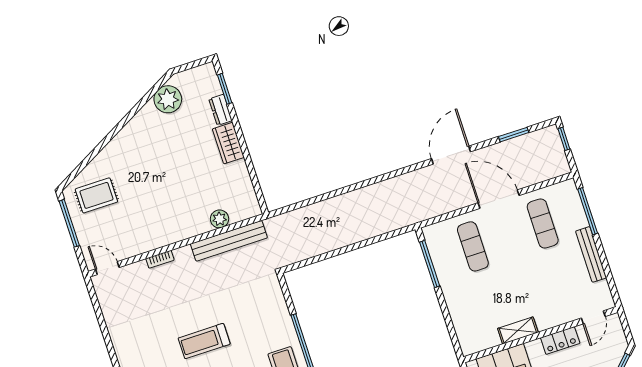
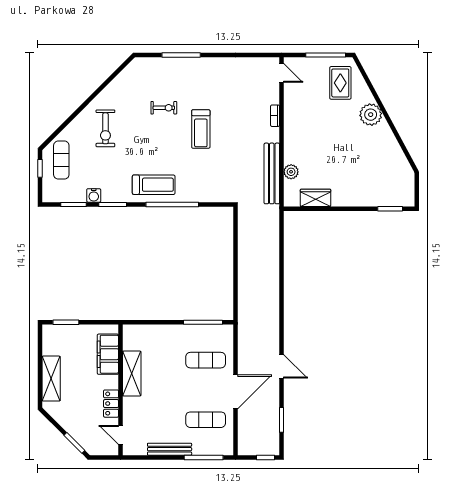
plant: (168, 99) -> (371, 115), moved
dresser: (220, 110) -> (375, 200), removed
wardrobe: (228, 143) -> (316, 198), moved
door: (451, 155) -> (282, 366), width x0.73
door: (107, 268) -> (282, 73), hinge flipped
shelving: (518, 330) -> (132, 374), width x1.50, depth x1.33
treadmill: (204, 341) -> (201, 129), turned 180

